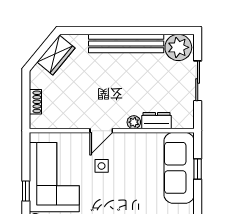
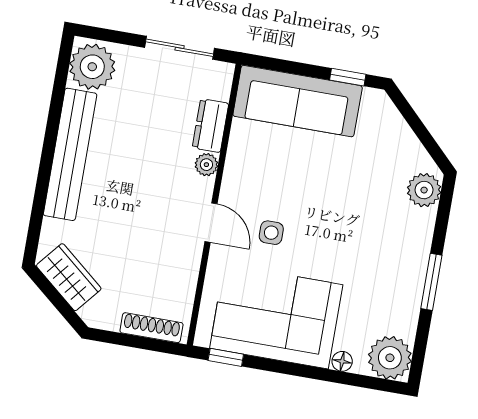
sliding door: (198, 81) -> (180, 48), moved
shoe rack: (35, 102) -> (151, 328), width x1.43
window: (198, 169) -> (348, 77), moved
window: (26, 191) -> (226, 357), moved

